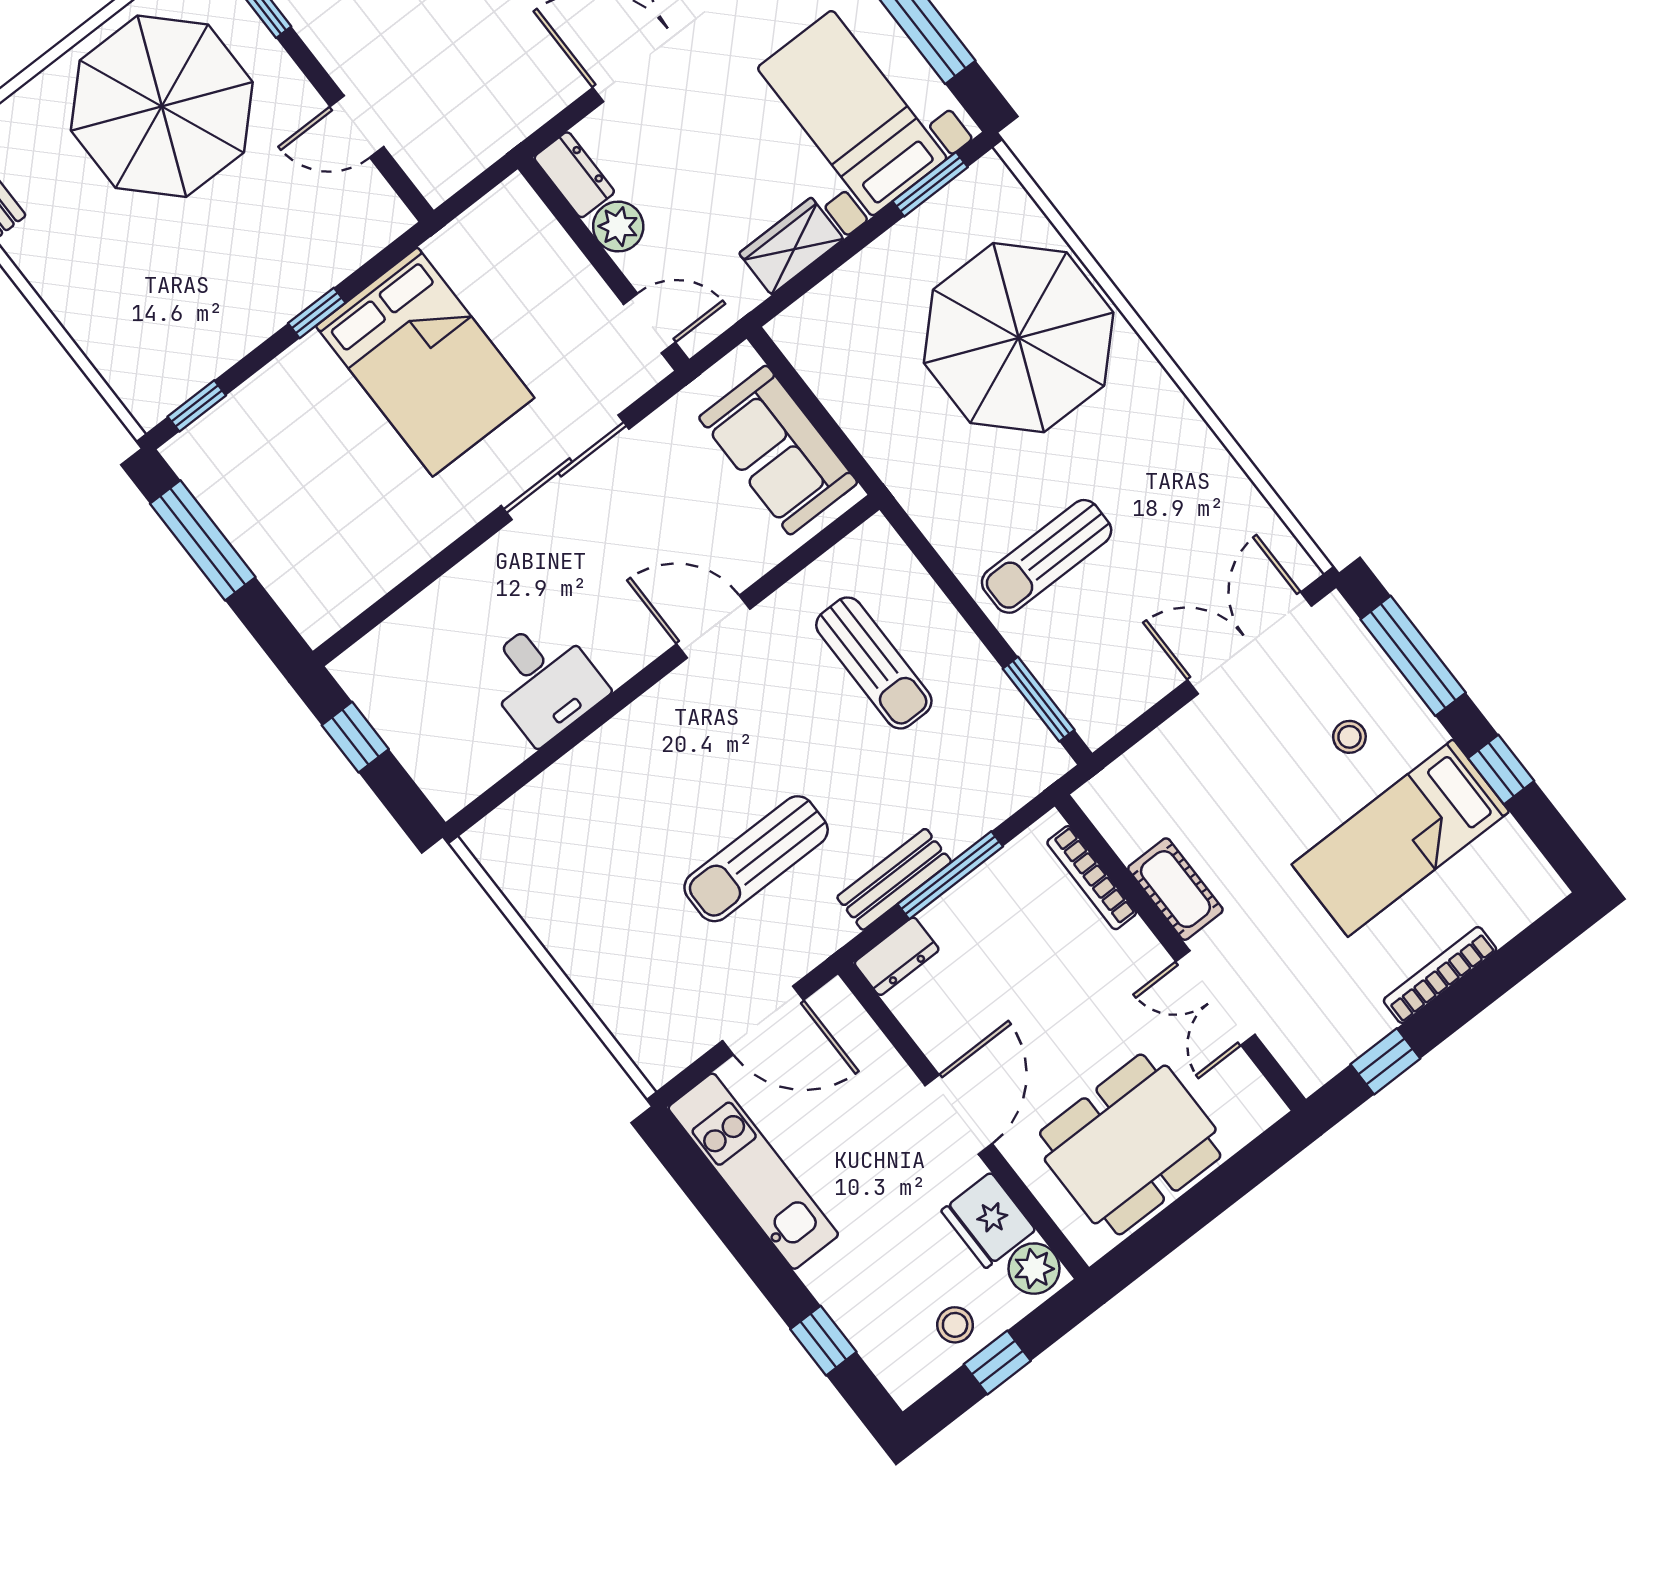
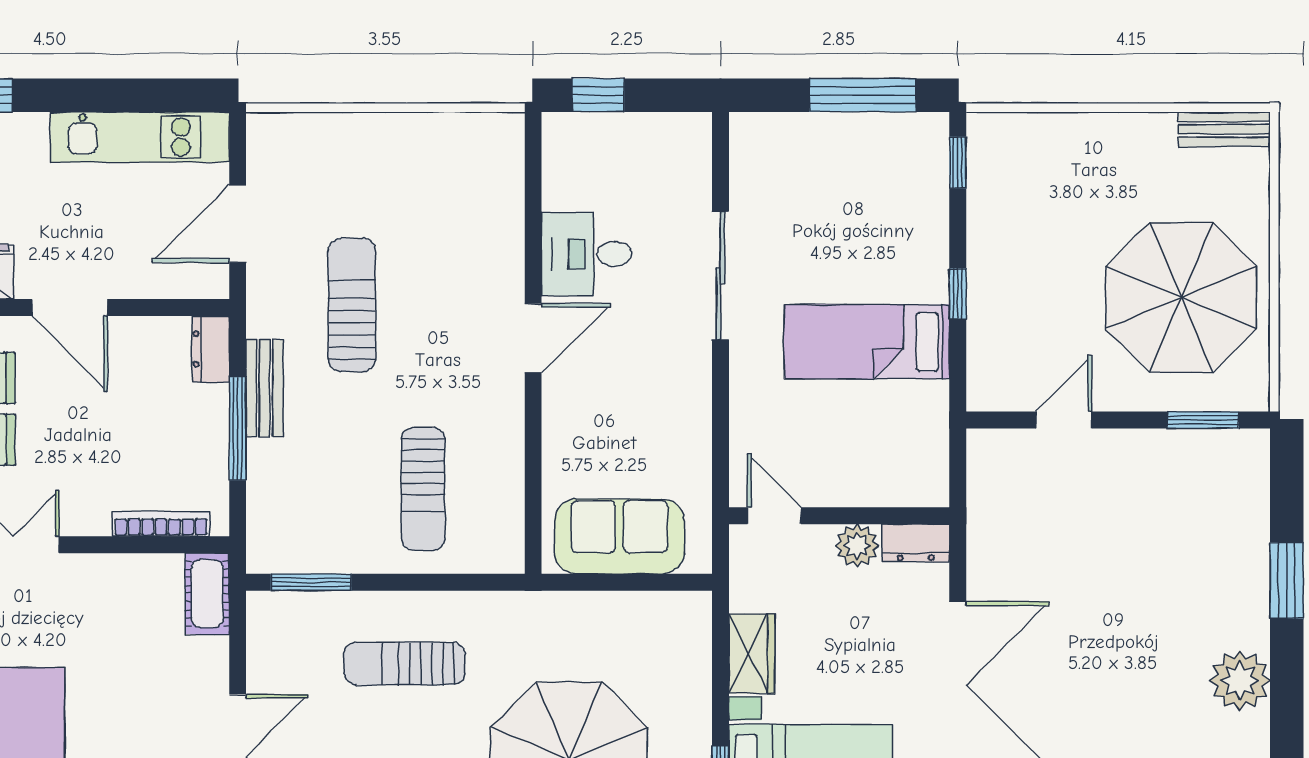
door: (649, 323) -> (774, 516), swing flipped
bed: (425, 362) -> (867, 342), width x0.67
sliding door: (565, 467) -> (721, 276), moved
sun lounger: (1047, 556) -> (404, 663), turned -90
door: (713, 627) -> (533, 338), moved
sun lounger: (874, 663) -> (423, 489), turned -90
window: (355, 737) -> (598, 95), moved
cot: (1175, 889) -> (207, 594), moved, turned 90

